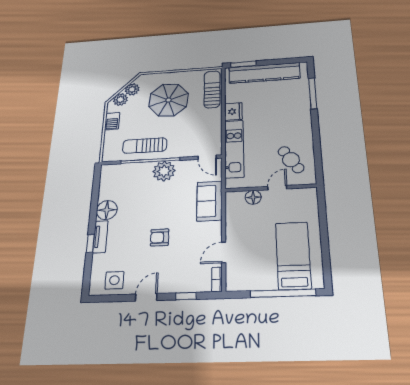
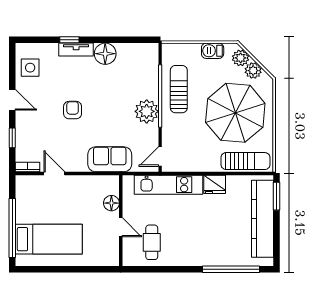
window: (313, 93) -> (231, 269), width x1.46
parasol: (169, 100) -> (235, 113), width x1.36, depth x1.36
cafe table: (291, 160) -> (152, 242), turned -57

